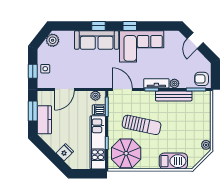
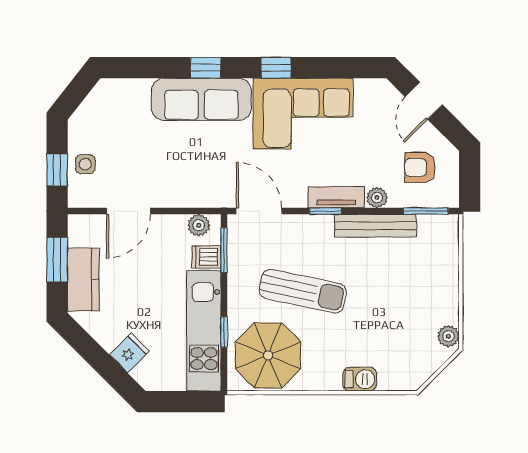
plant: (53, 40) -> (102, 100), removed
armchair: (202, 79) -> (420, 168), moved
barbecue: (173, 161) -> (360, 379), width x0.53, depth x0.65

